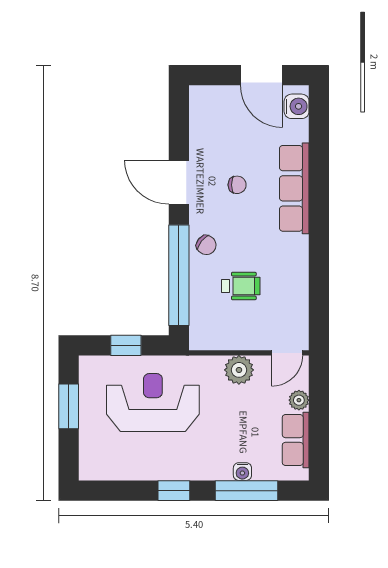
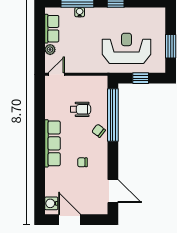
door: (179, 182) -> (113, 191), moved
row of seats: (294, 188) -> (52, 143), moved
wheelchair: (241, 286) -> (80, 109), turned 180
plant: (239, 370) -> (81, 65), removed
reception desk: (153, 402) -> (127, 48), turned 180

